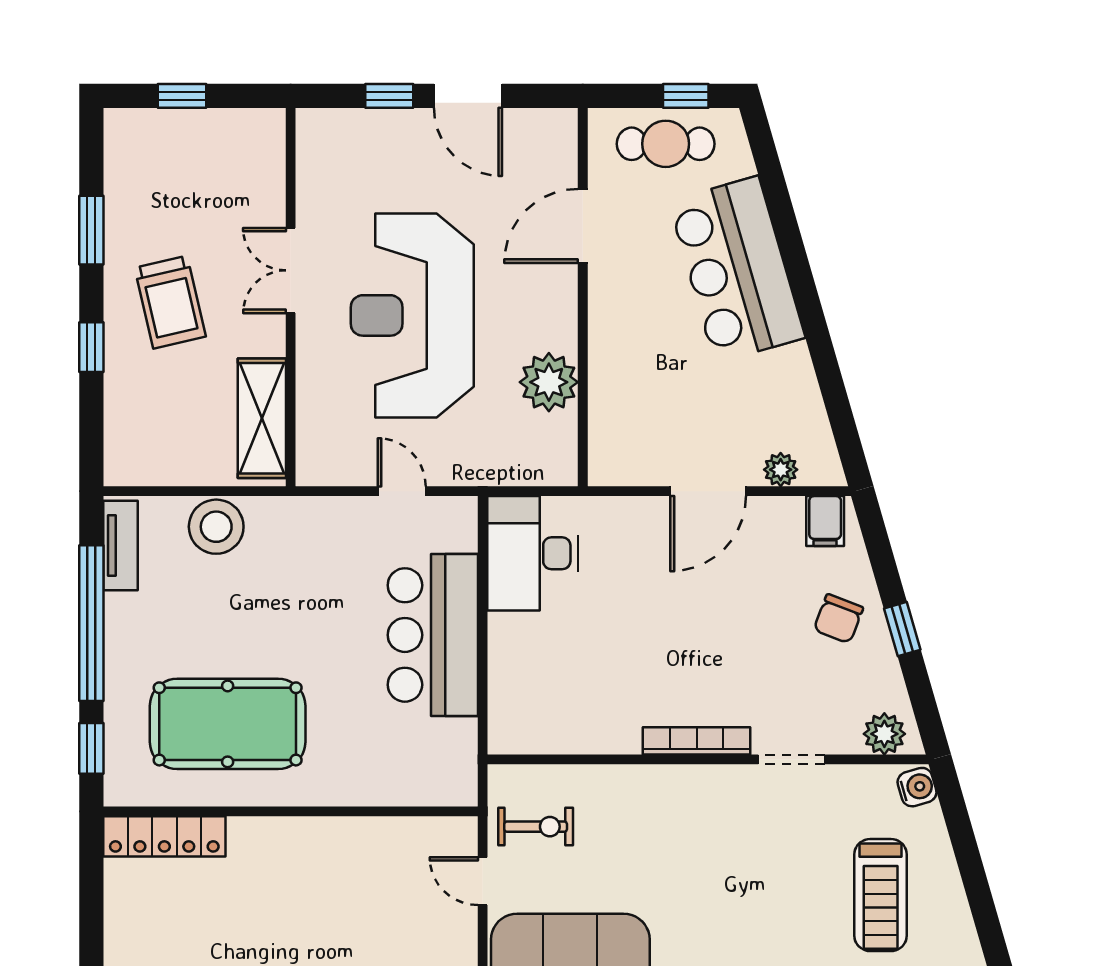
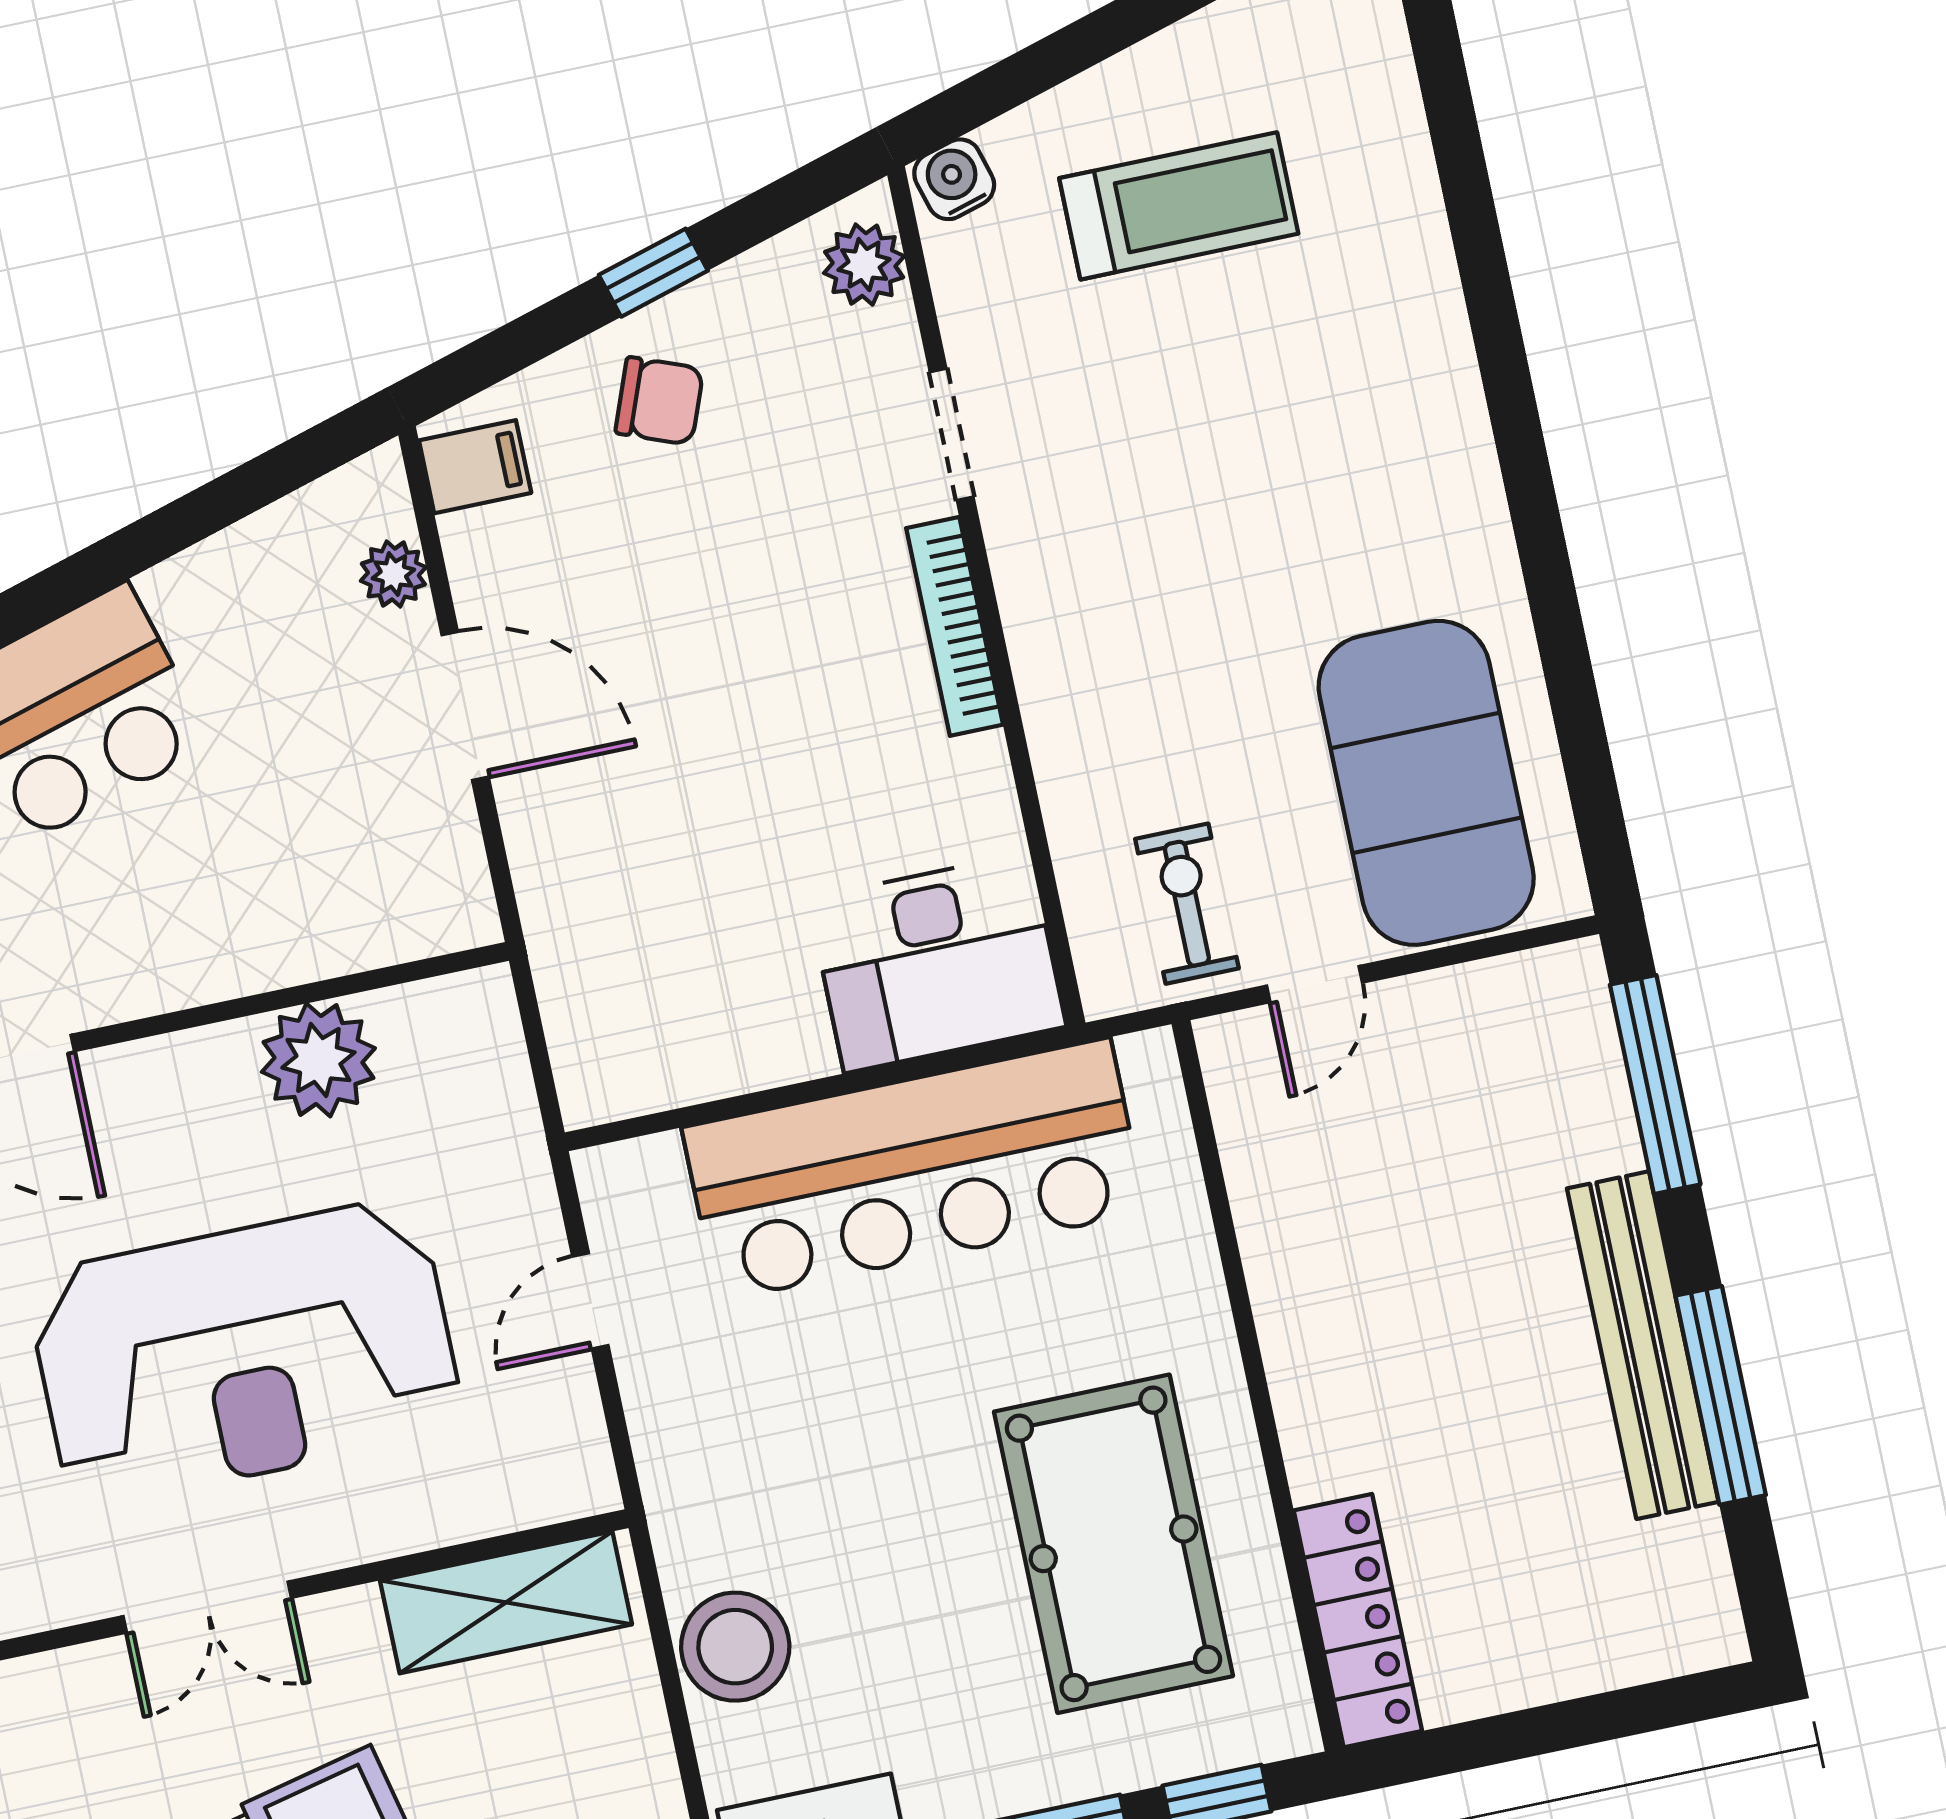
desk: (533, 553) -> (937, 963), moved
bar counter: (433, 635) -> (914, 1170), width x1.36

